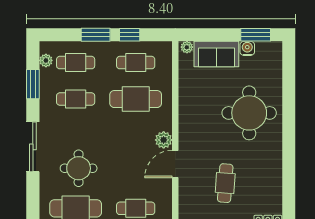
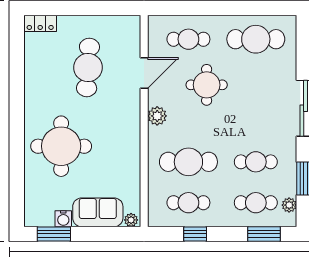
window: (96, 35) -> (264, 234), moved
door: (175, 164) -> (144, 73), moved
round table: (79, 168) -> (207, 85), moved
cafe table: (225, 183) -> (88, 67), width x1.37, depth x1.35

